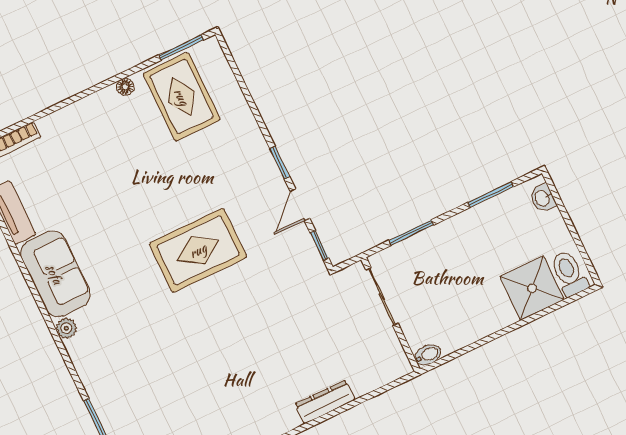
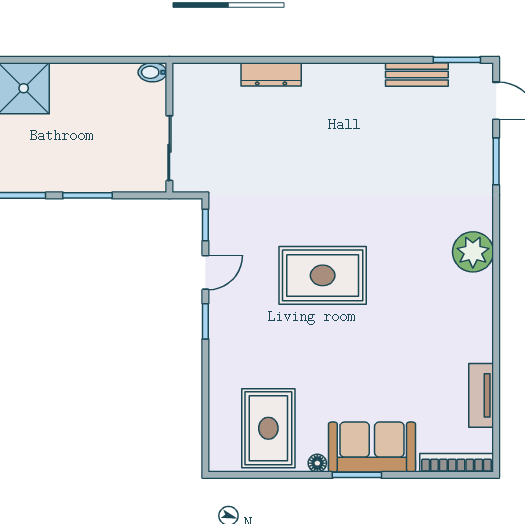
window: (181, 48) -> (357, 475), moved
window: (411, 233) -> (88, 195), moved
sofa: (55, 274) -> (372, 447), moved, turned 90
plant: (66, 328) -> (473, 252), width x1.88, depth x1.88

